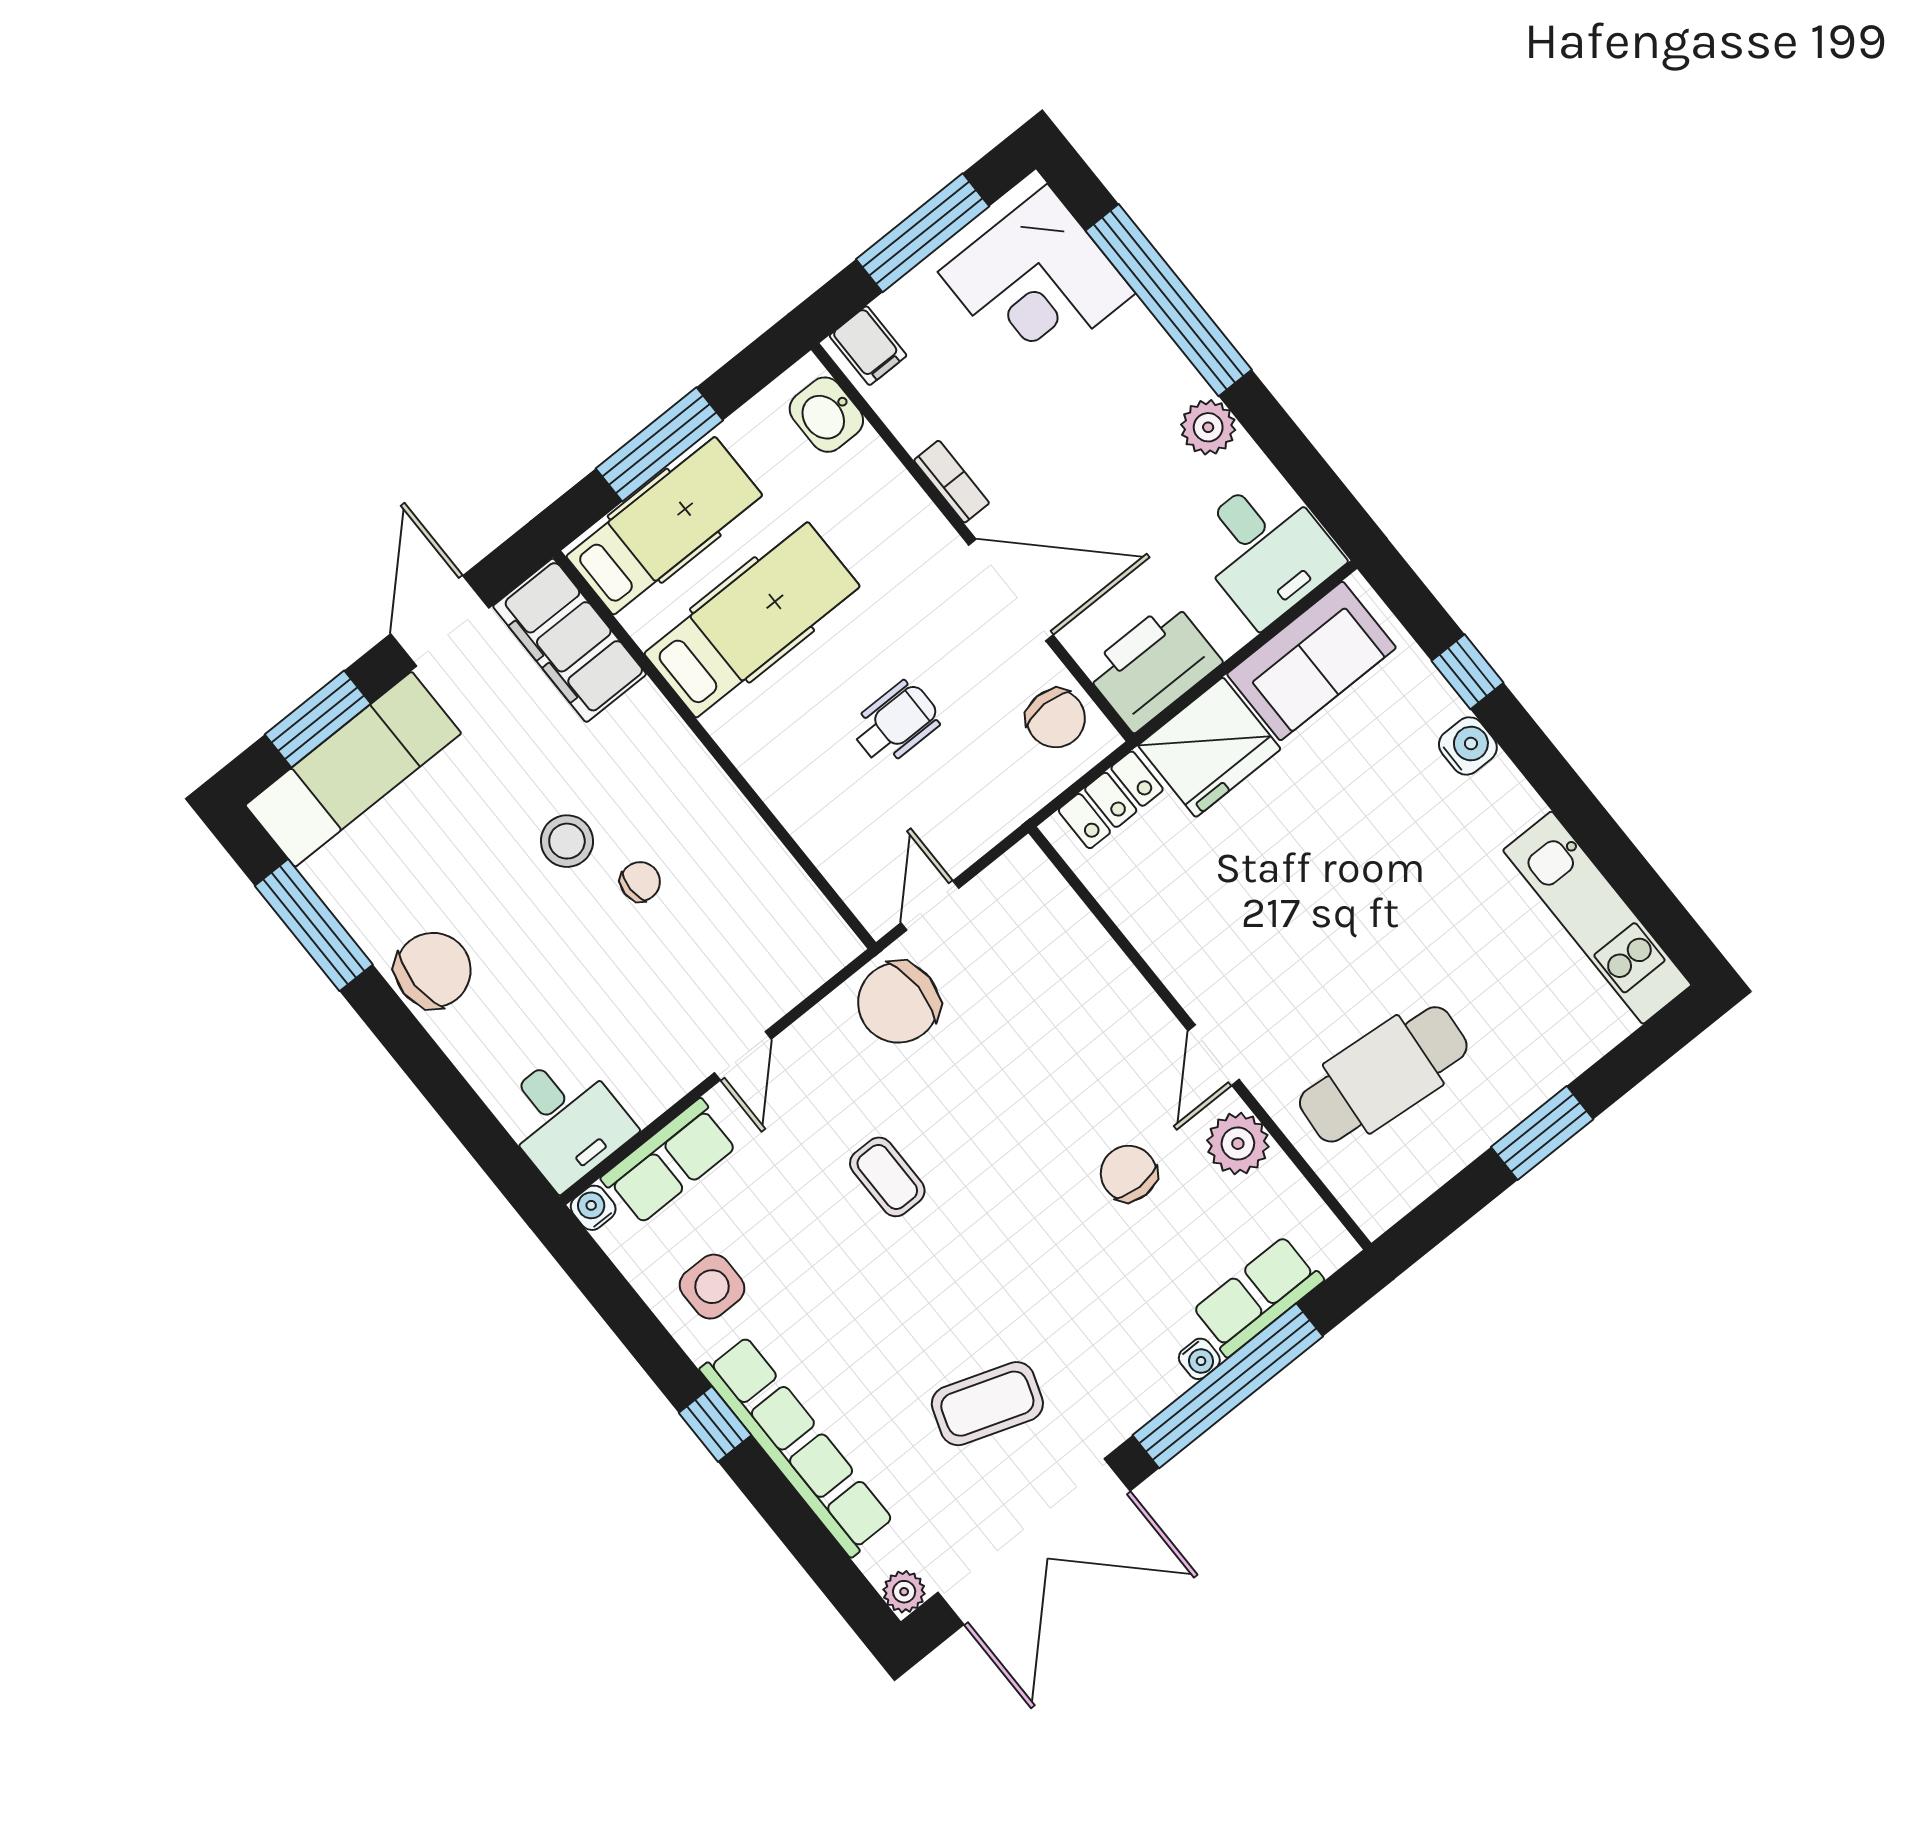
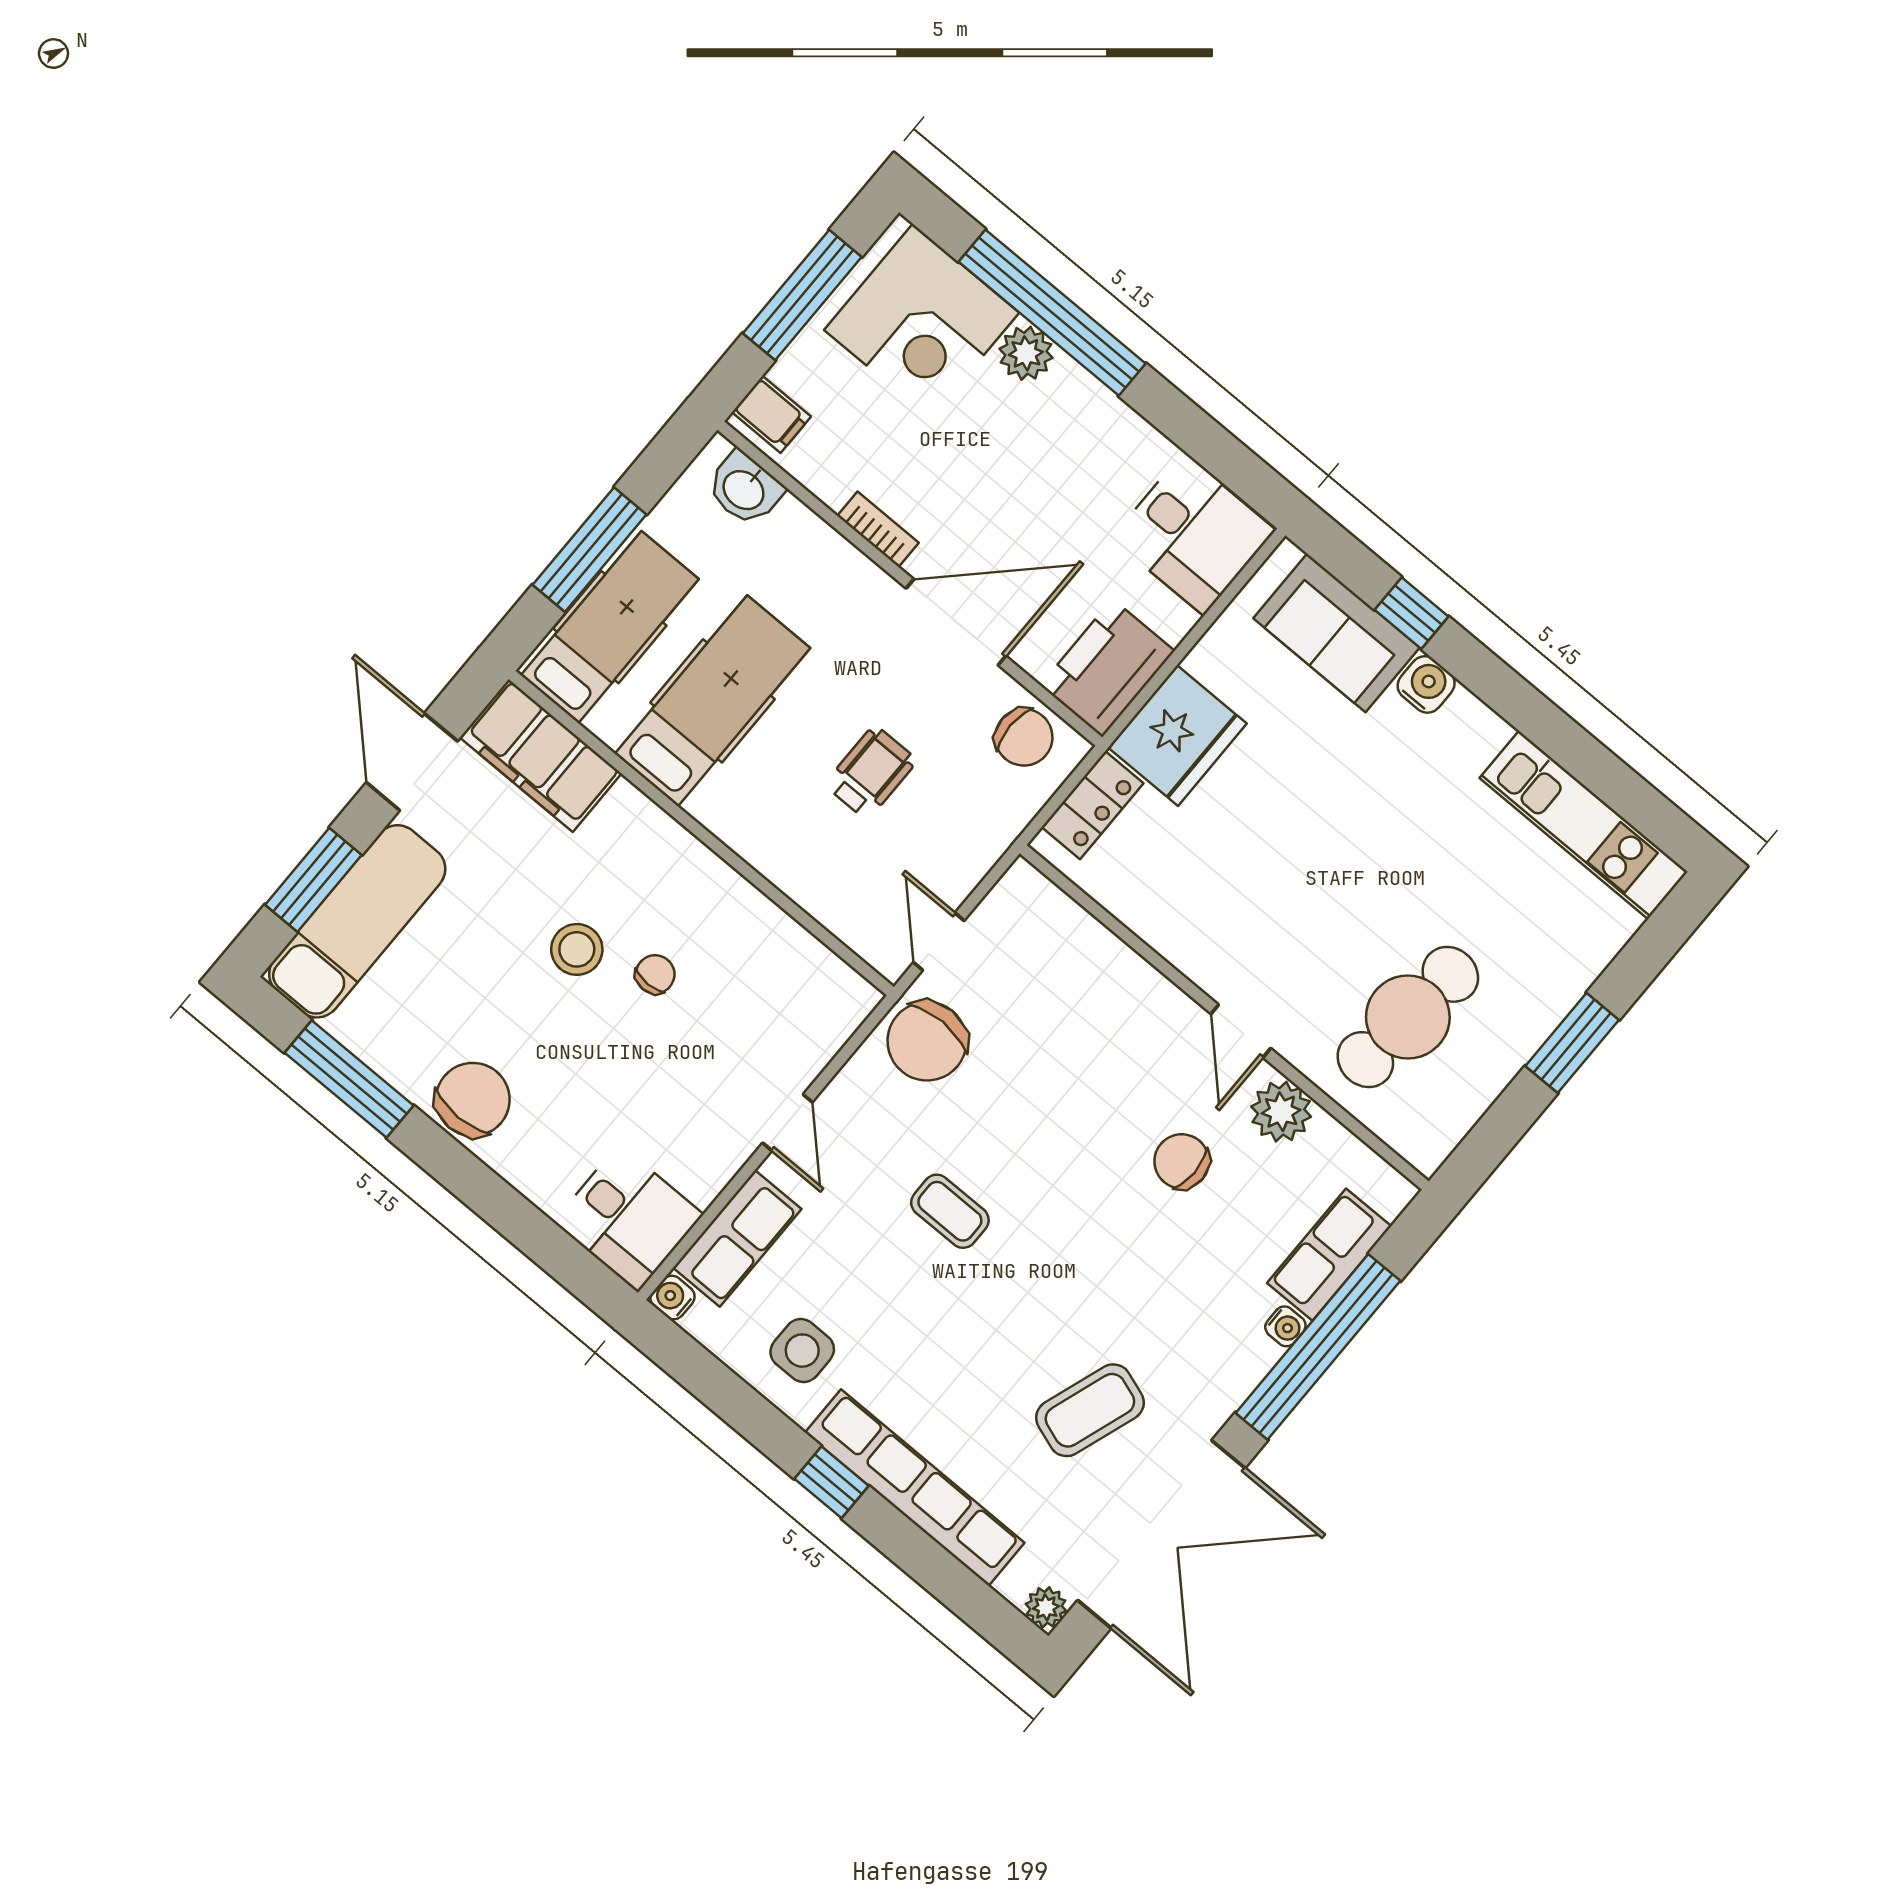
plant: (1208, 427) -> (1026, 353), moved
sofa: (1311, 661) -> (1336, 633), moved, turned 90

